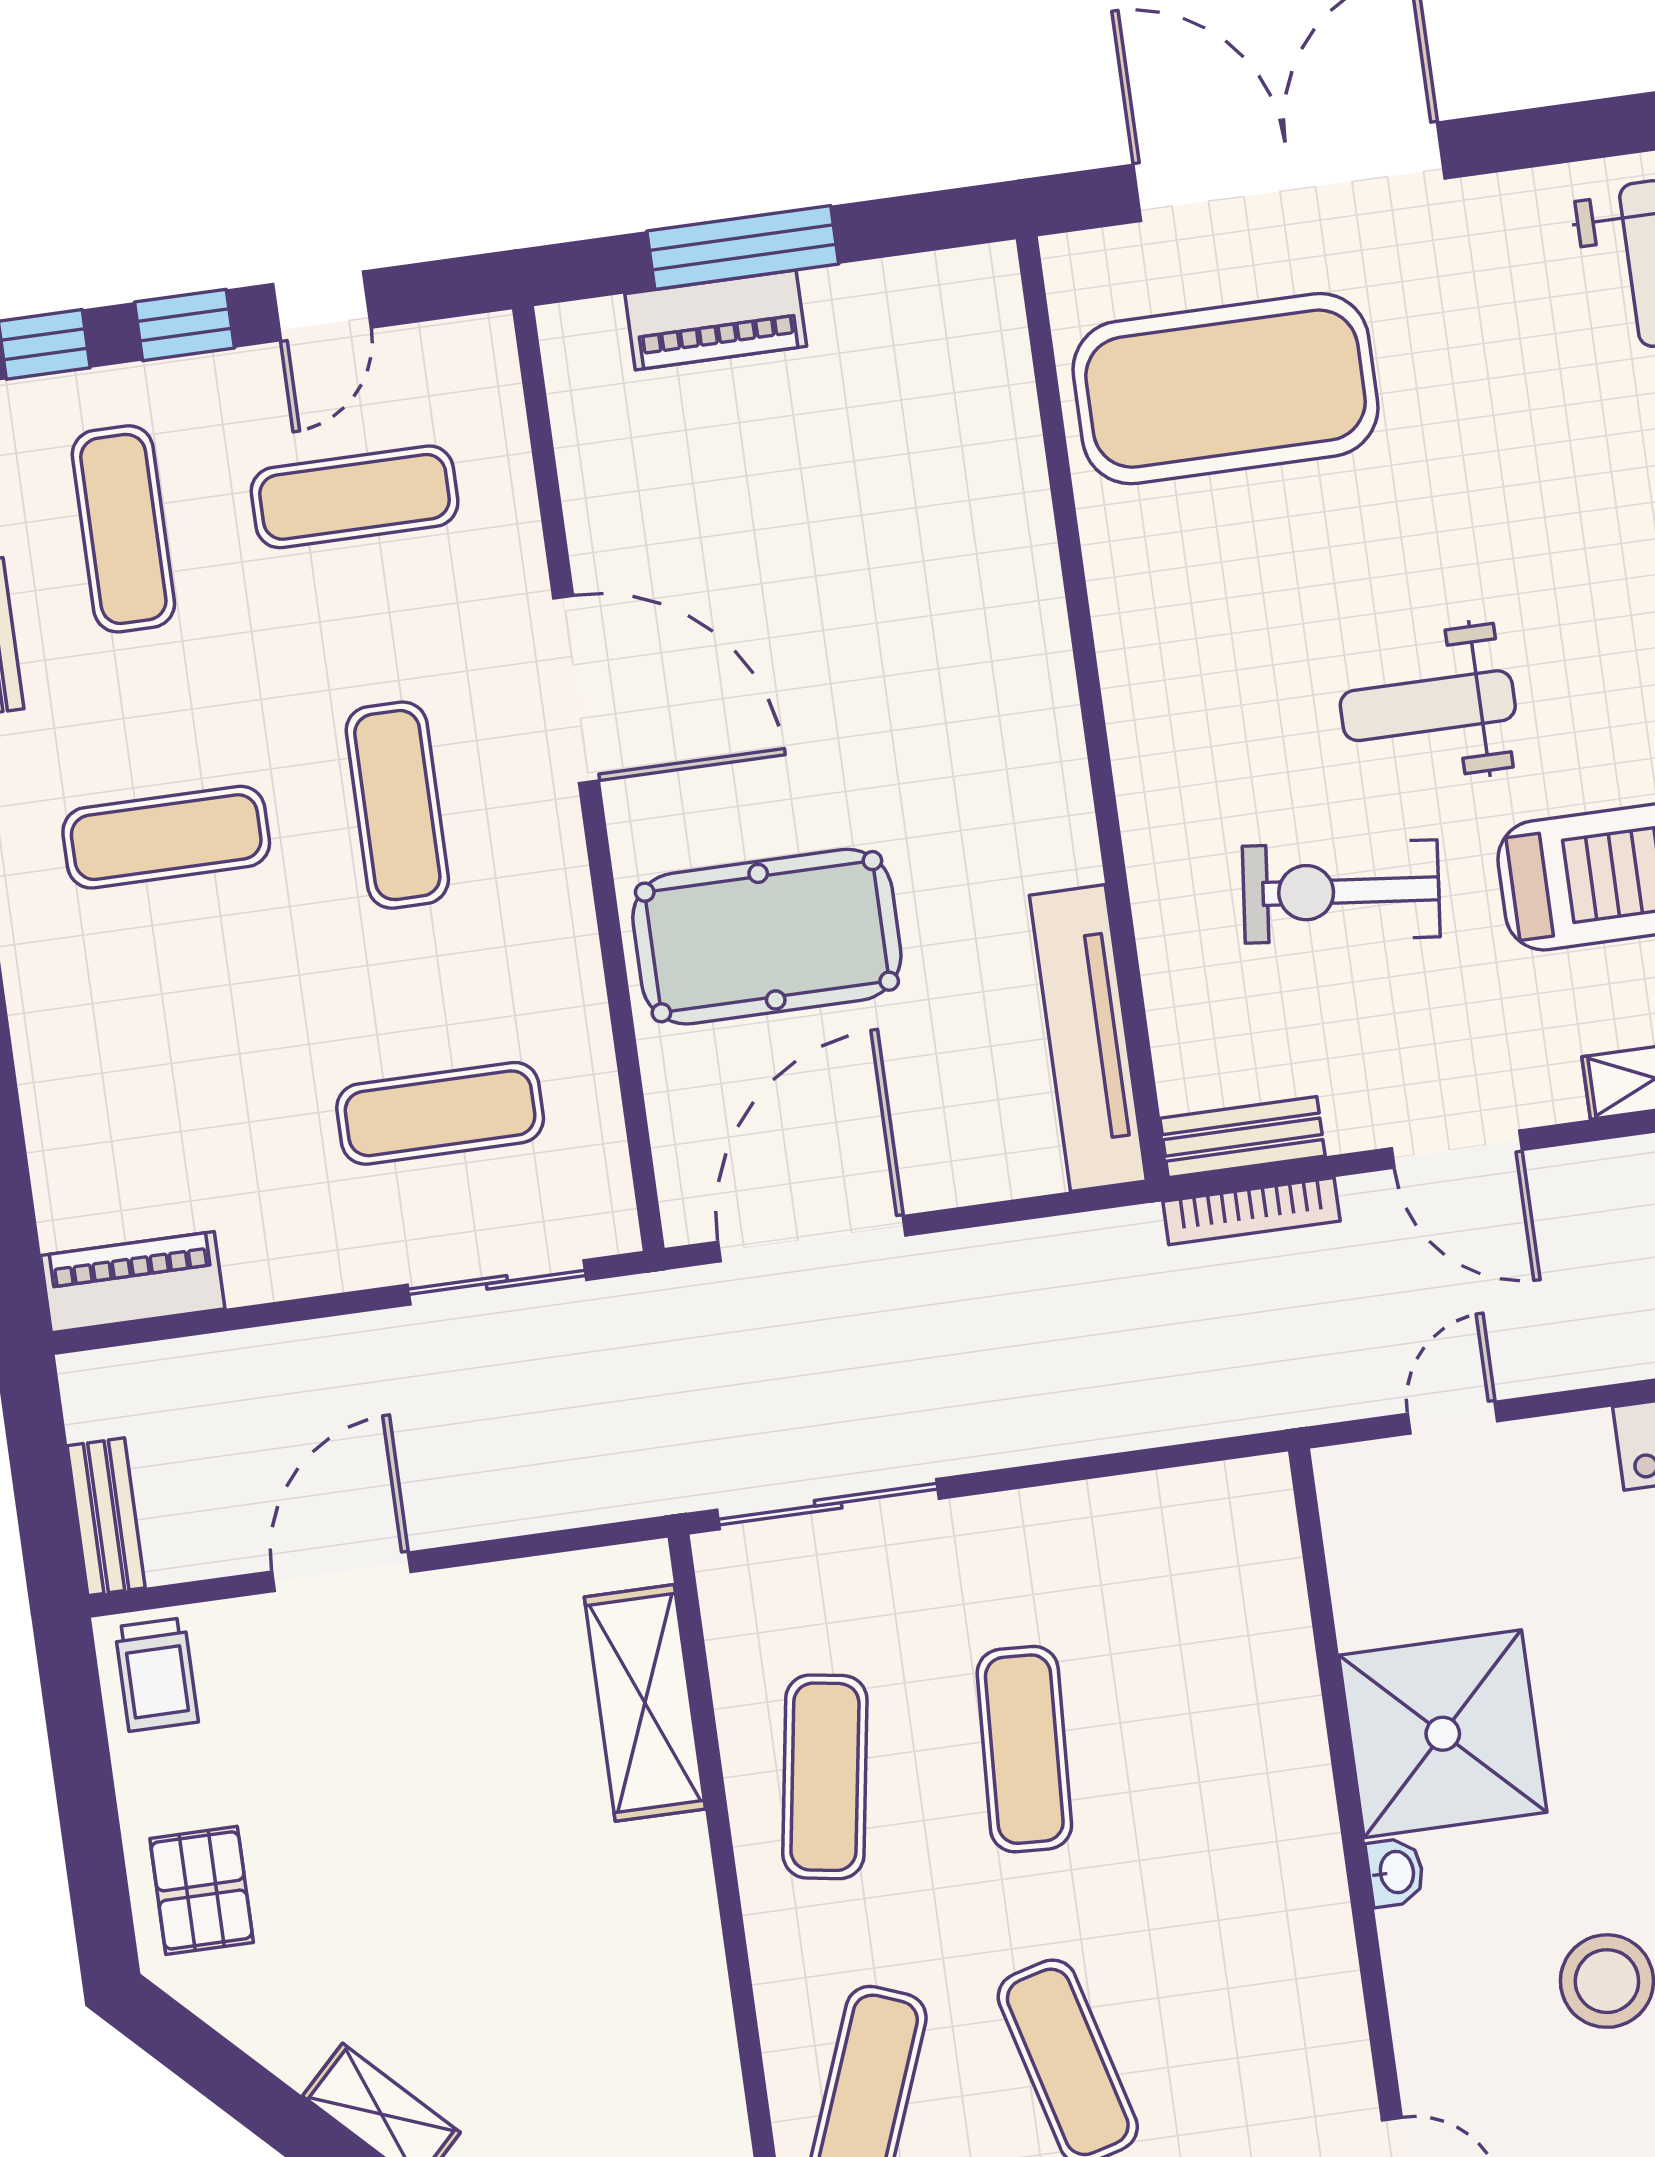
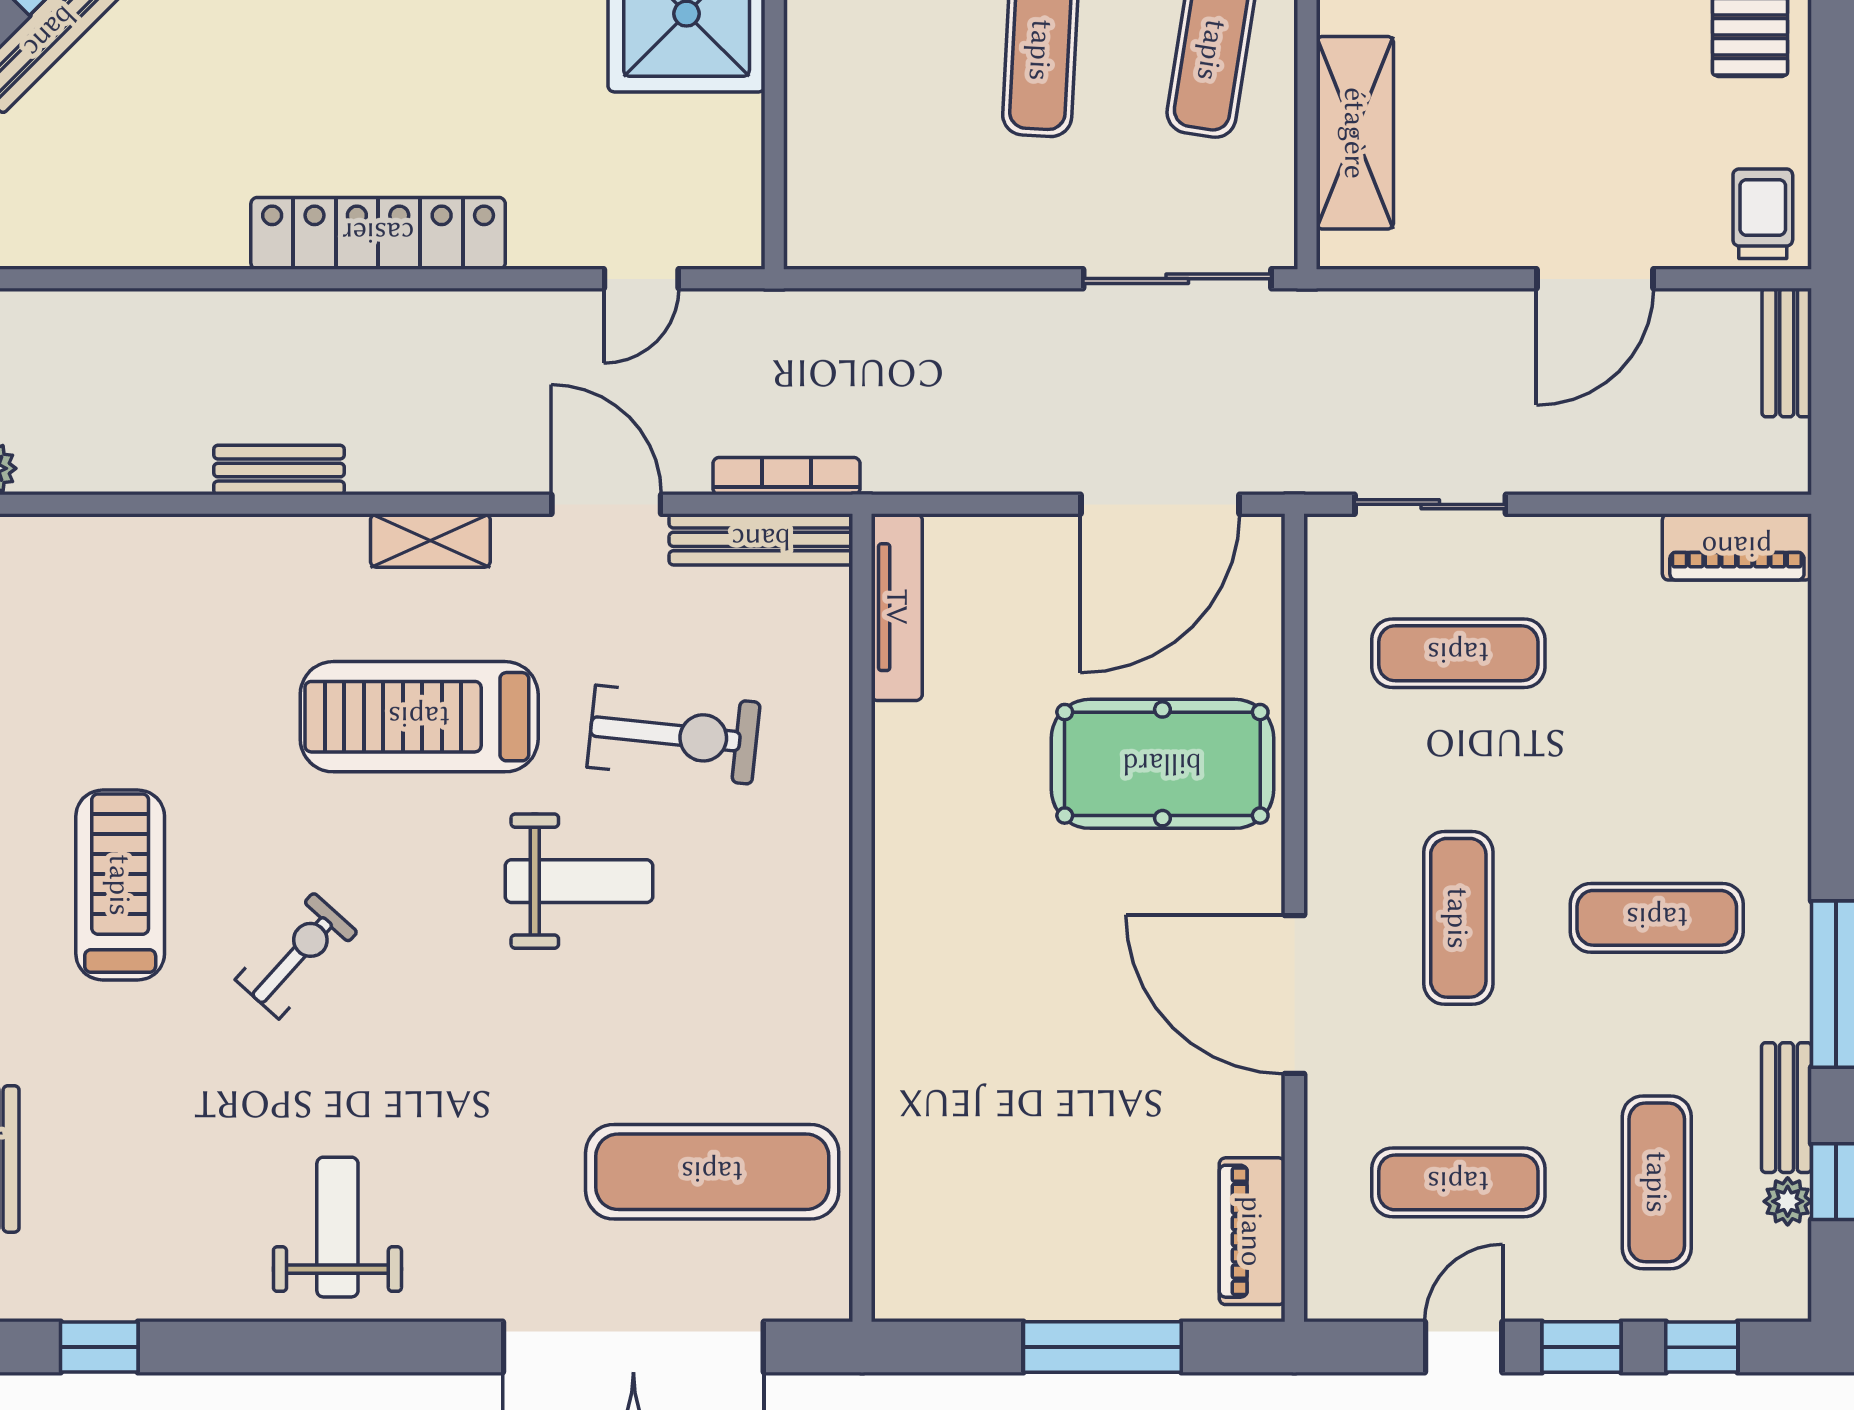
piano: (716, 320) -> (1252, 1231), moved, turned -90
exercise mat: (1226, 389) -> (712, 1172), width x0.68
tv unit: (1088, 1038) -> (897, 607), width x0.73, depth x0.78
bench: (1242, 1137) -> (761, 539), width x1.36

